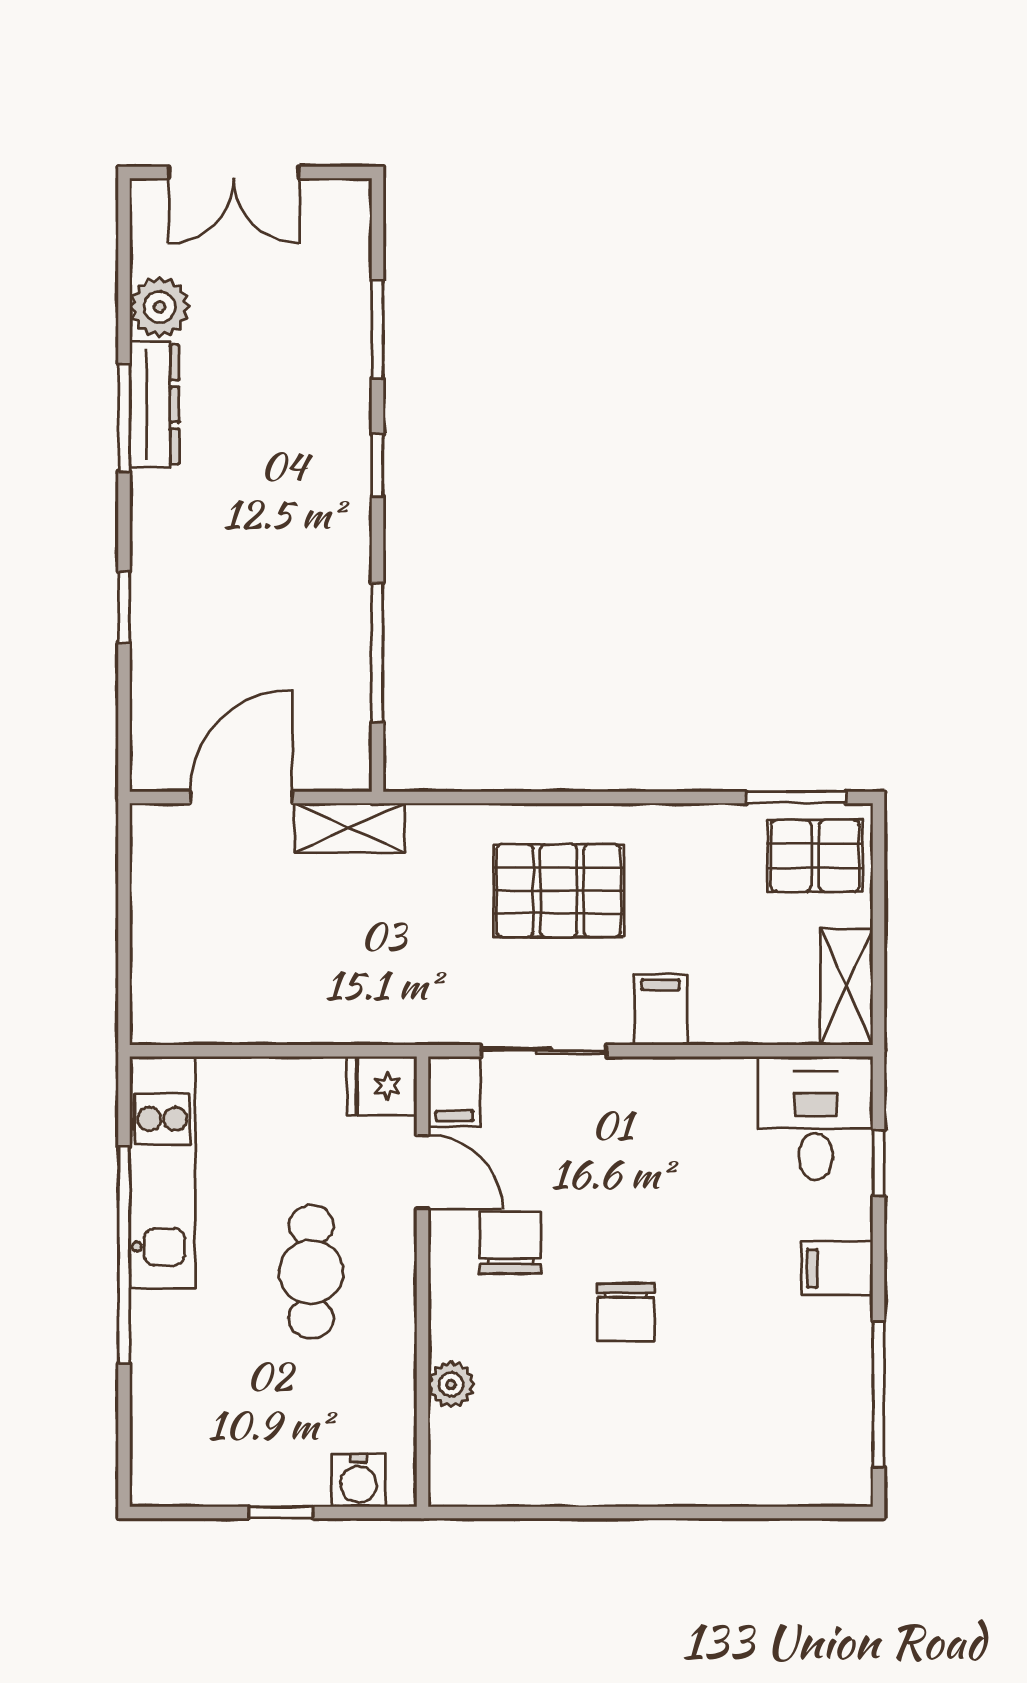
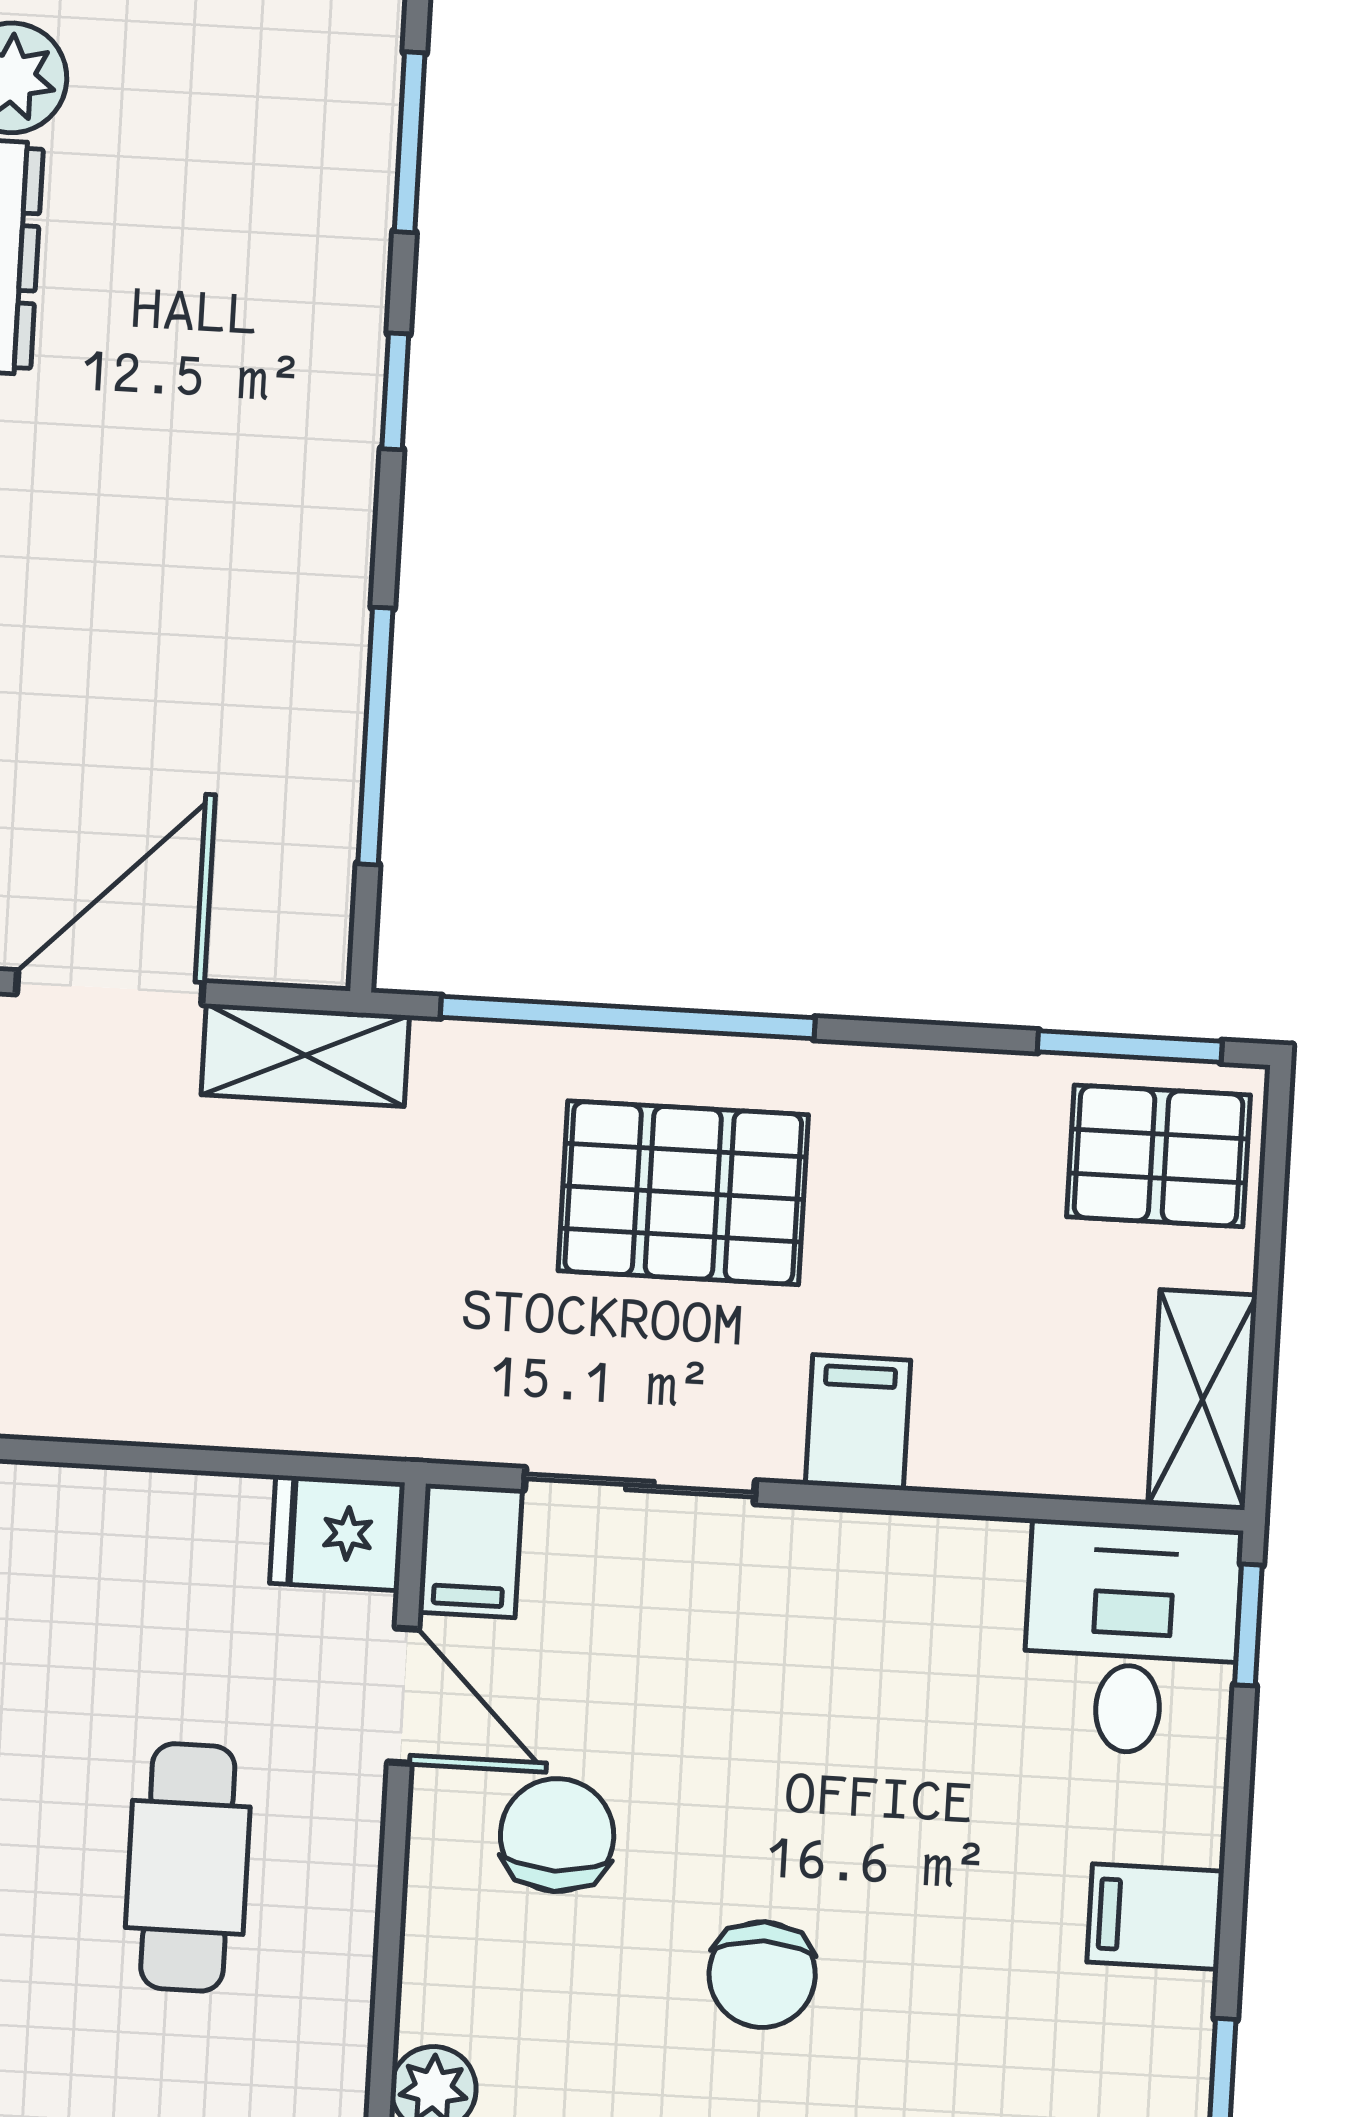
window: (523, 797) -> (628, 1018), added
window: (879, 1163) -> (1248, 1625), moved

